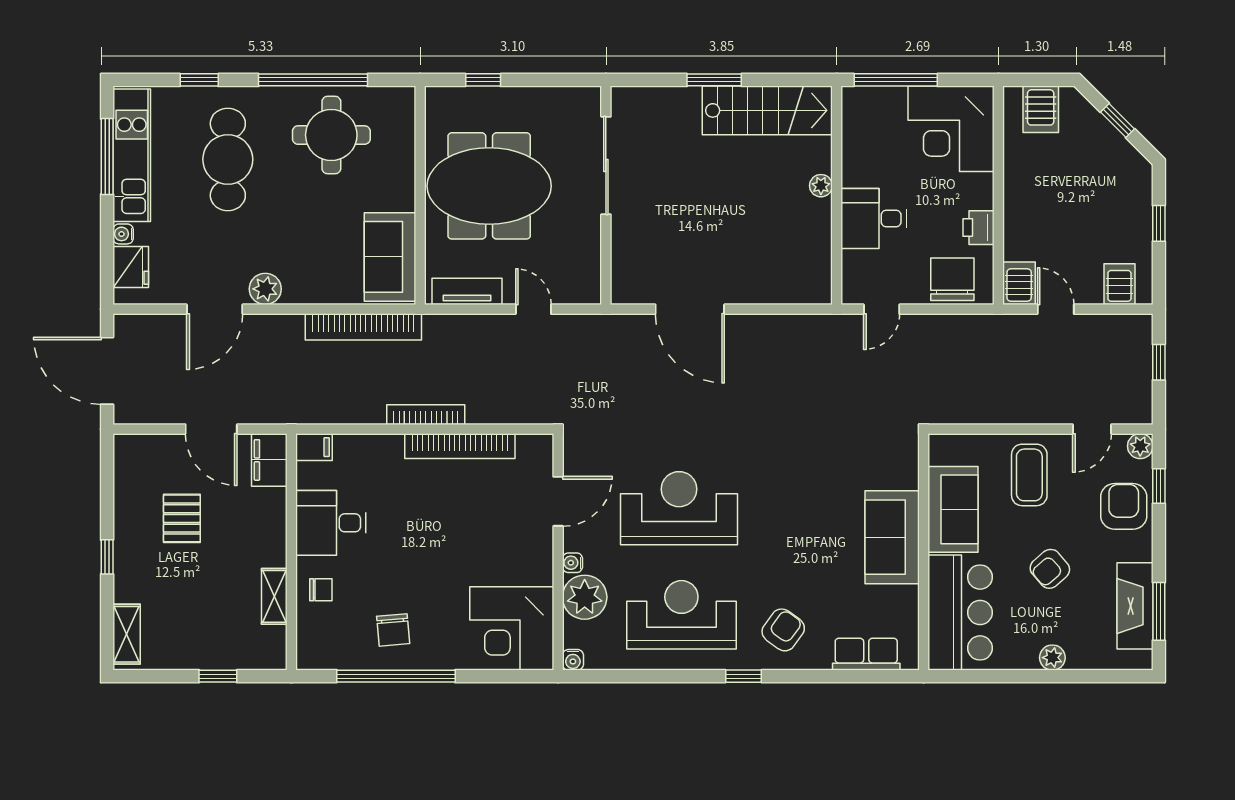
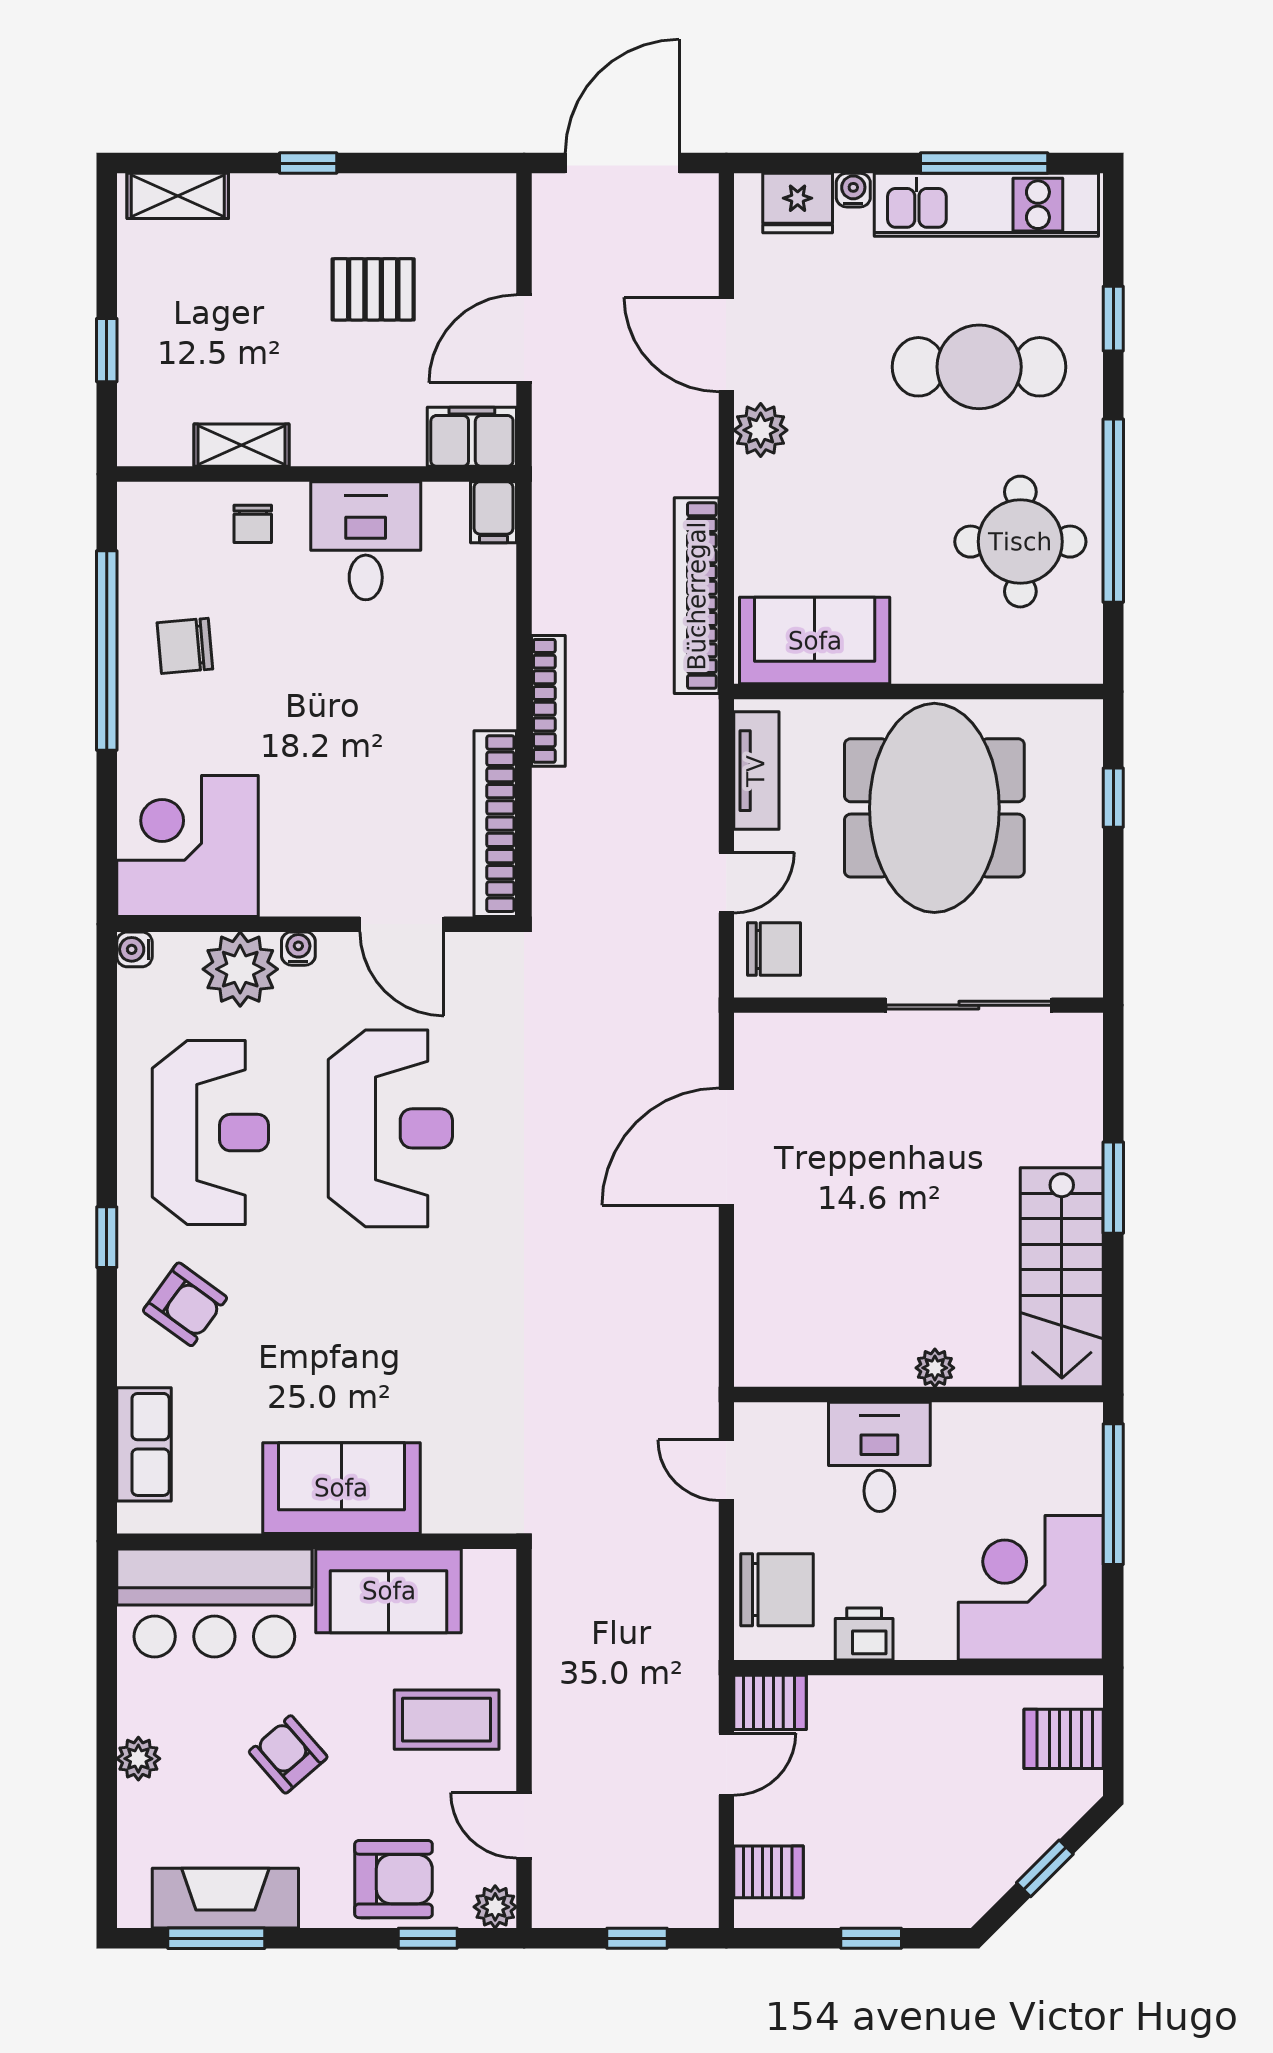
chair: (573, 281) -> (774, 949), added
bookcase: (460, 446) -> (495, 824), moved

